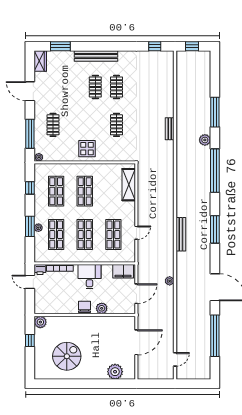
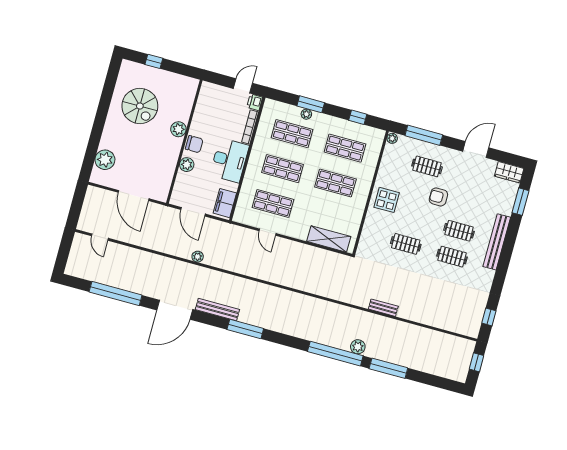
armchair: (74, 110) -> (438, 197), added
window: (215, 171) -> (335, 354), moved
bench: (181, 234) -> (217, 310), moved
desk: (89, 277) -> (229, 160), width x1.37
plant: (40, 322) -> (178, 129), moved
window: (30, 341) -> (154, 61), moved

